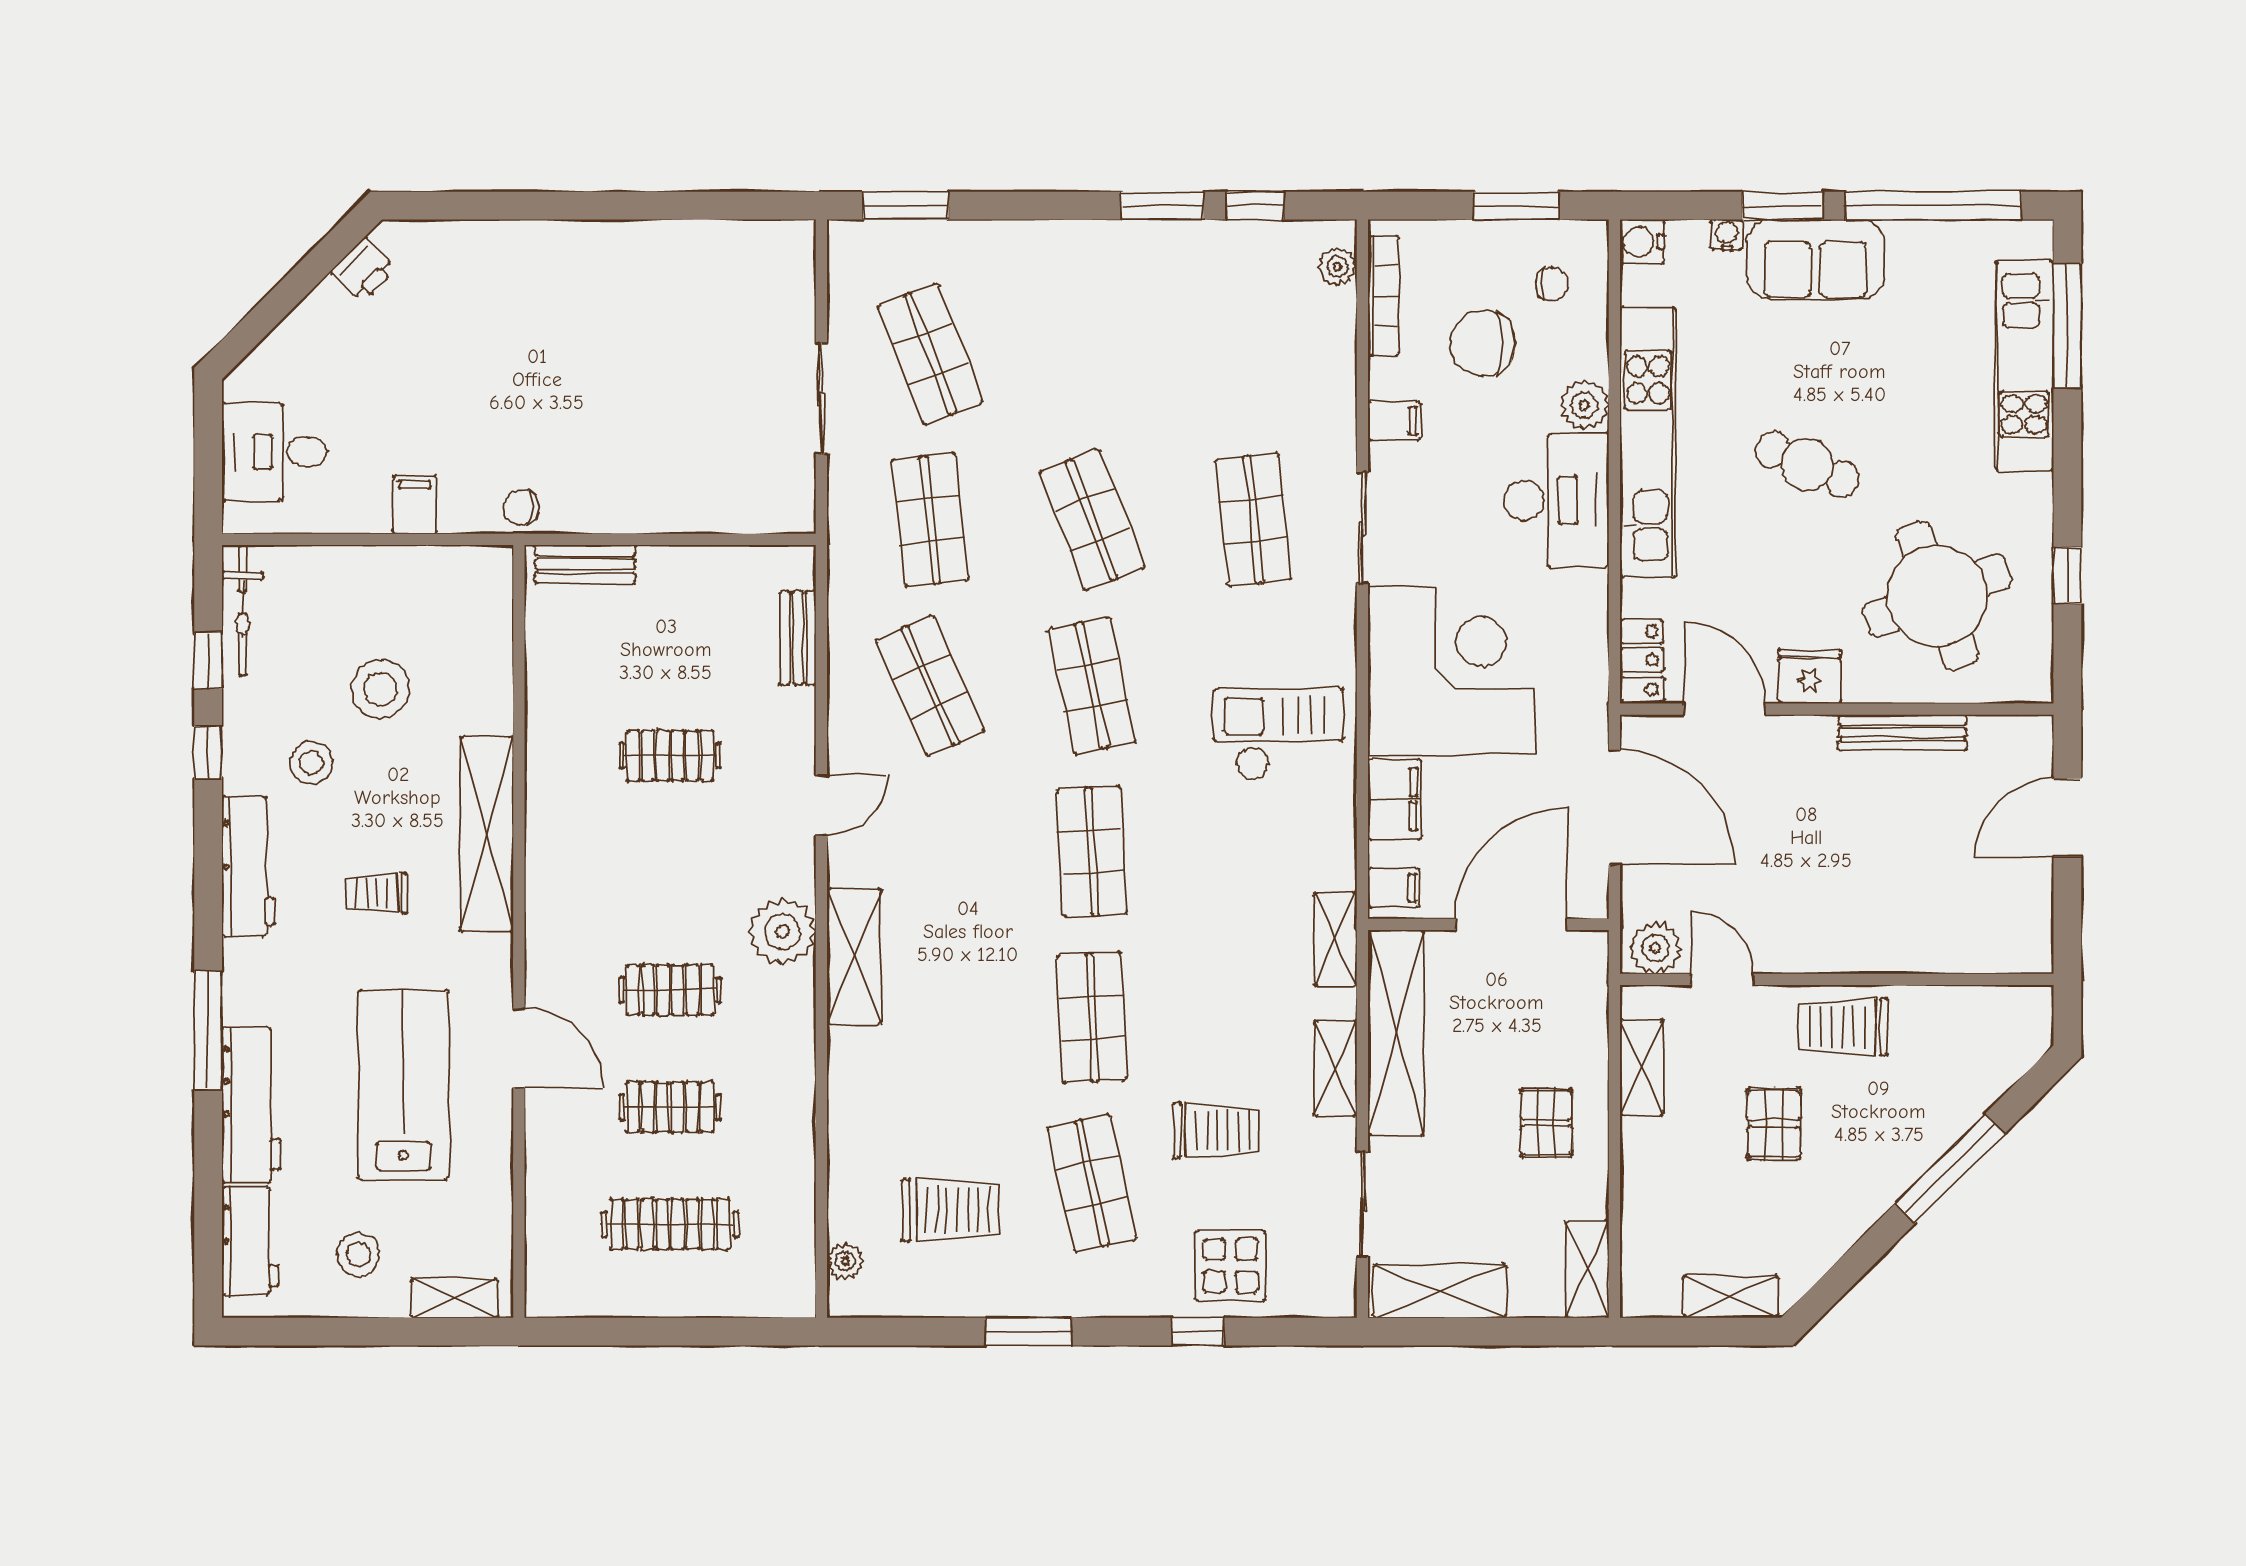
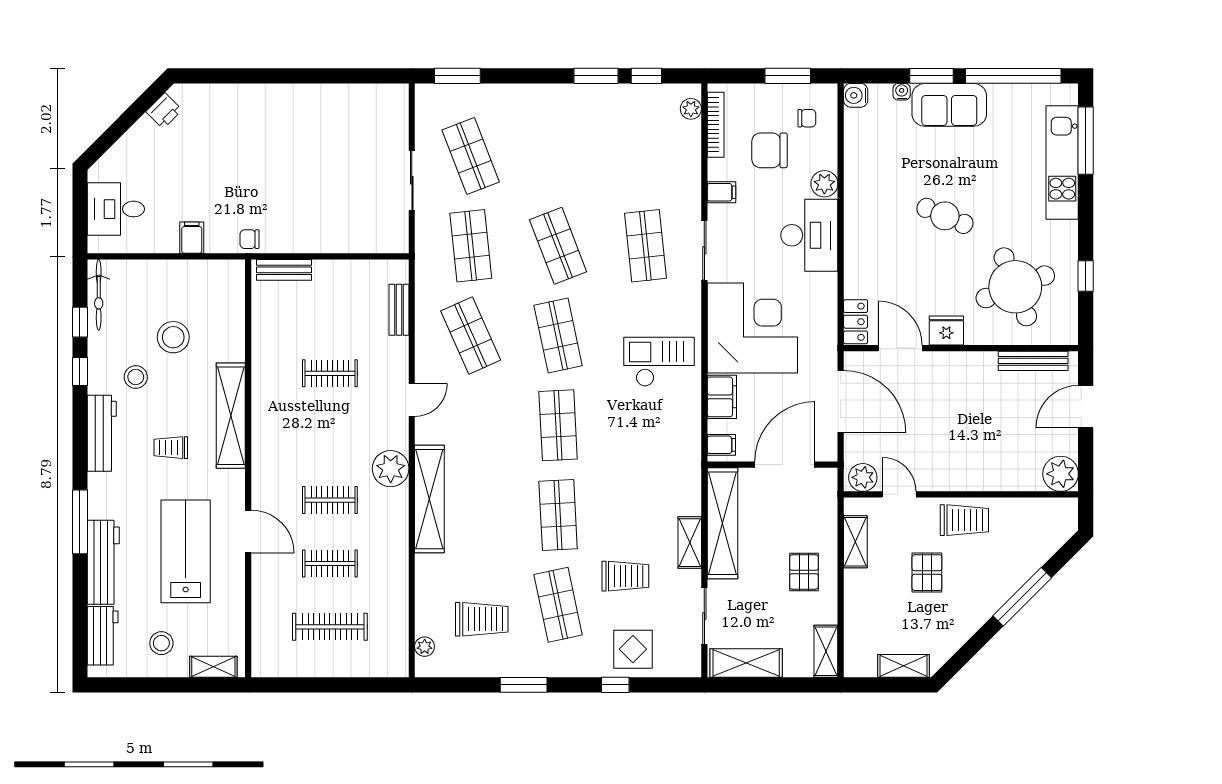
kitchen unit: (1648, 442) -> (859, 204), removed
bench: (1902, 733) -> (1033, 361), moved
shelving: (1336, 939) -> (690, 473), removed
plant: (2021, 941) -> (1061, 474), added
shelving: (854, 956) -> (429, 499), width x1.47
trolley: (1843, 1027) -> (964, 520), turned 180

